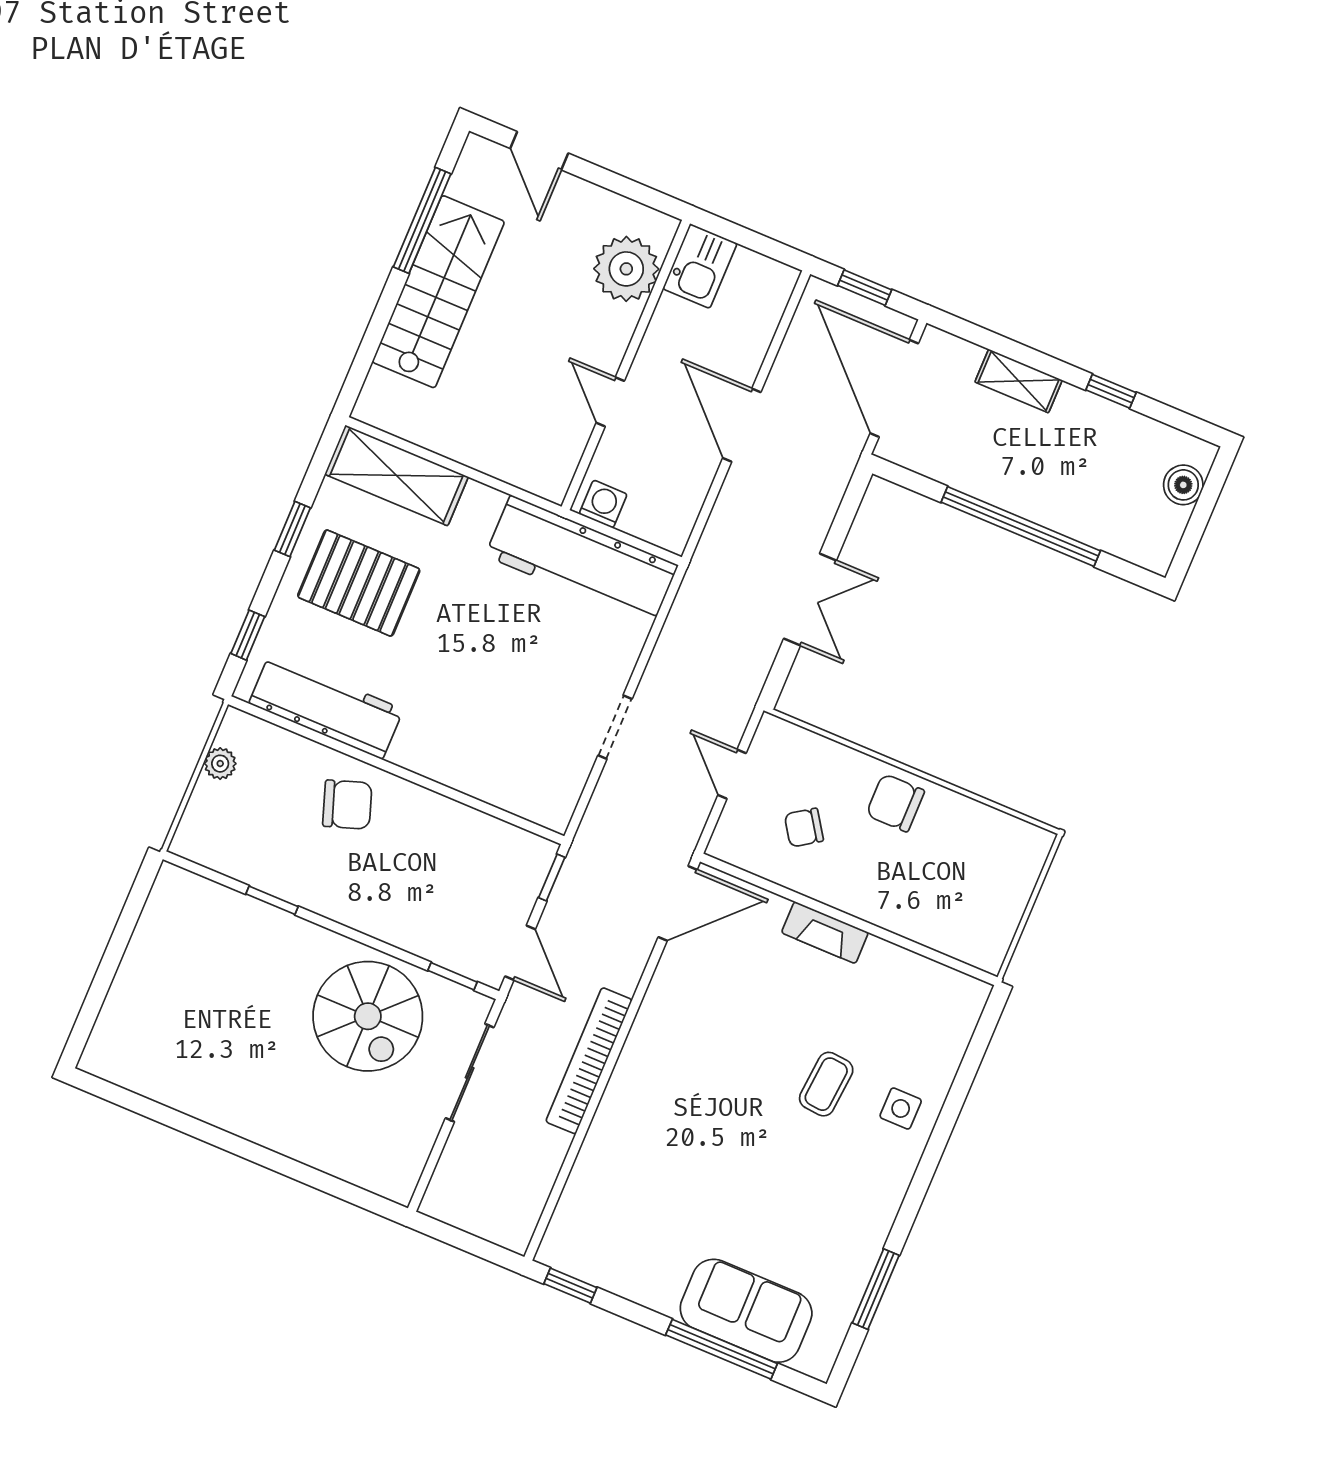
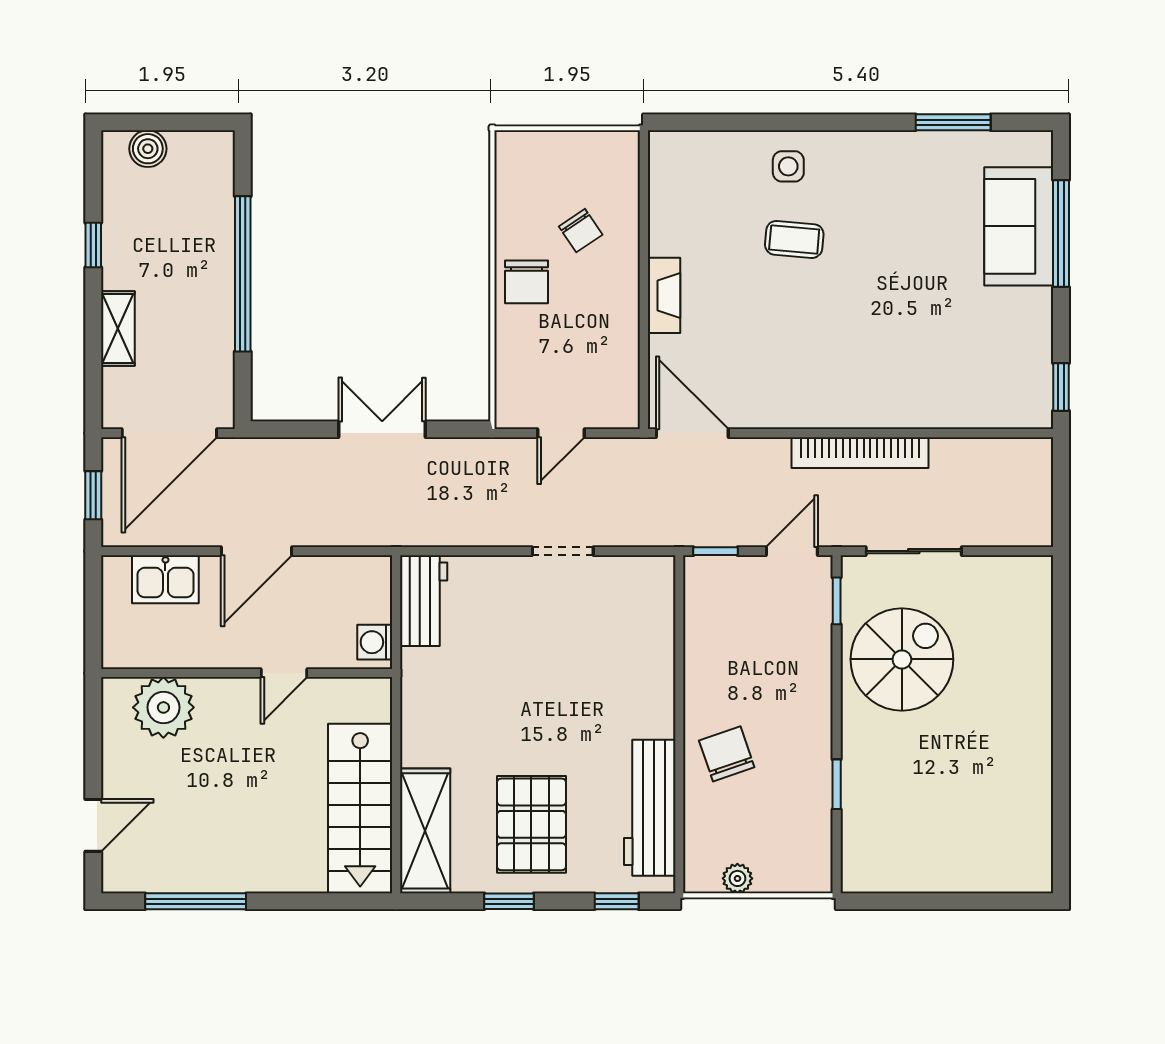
kitchen sink: (700, 266) -> (165, 579), moved, turned 180
stairs: (438, 292) -> (360, 809), moved, turned -90
workbench: (582, 560) -> (424, 601), width x0.53, depth x0.76
chair: (804, 828) -> (581, 231), moved

